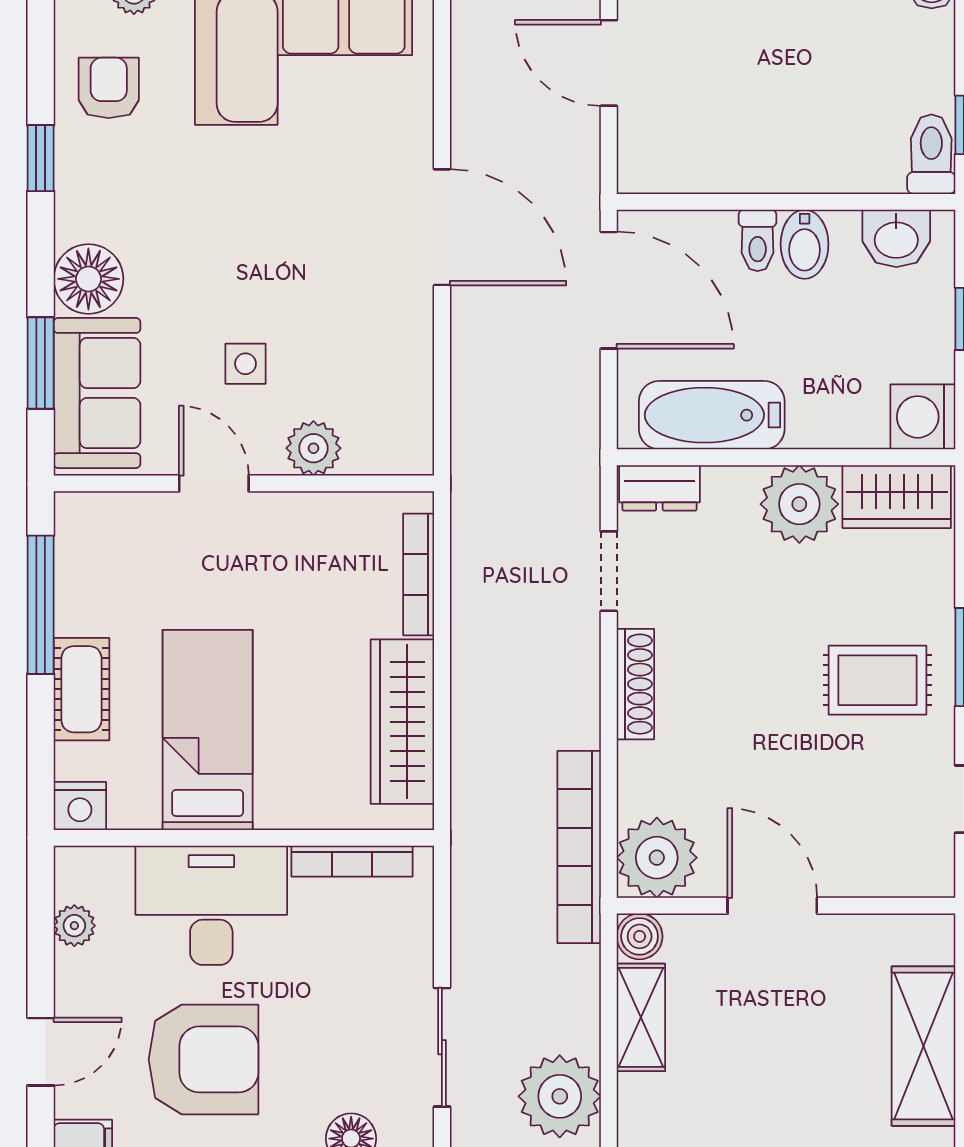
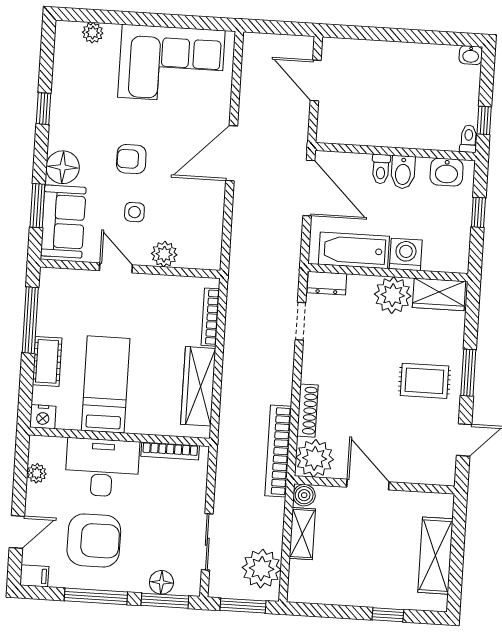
armchair: (109, 88) -> (131, 159), moved, turned -90
toilet: (931, 154) -> (468, 139), width x0.73, depth x0.72
door: (442, 227) -> (232, 153), swing flipped
washing machine: (923, 417) -> (406, 254), moved, turned 90
shoe rack: (635, 684) -> (307, 411), moved

